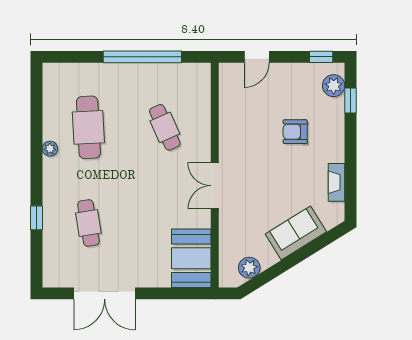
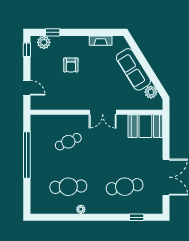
window: (36, 218) -> (137, 217), moved
cafe table: (88, 223) -> (125, 187), width x1.37, depth x1.35
sofa: (296, 233) -> (133, 69), width x1.36

